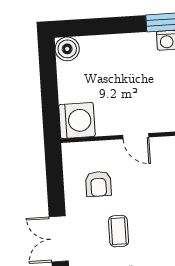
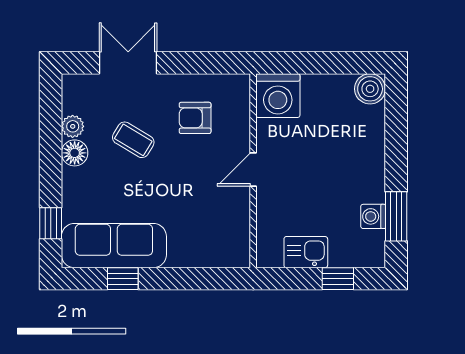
coffee table: (119, 231) -> (133, 140), turned 31

